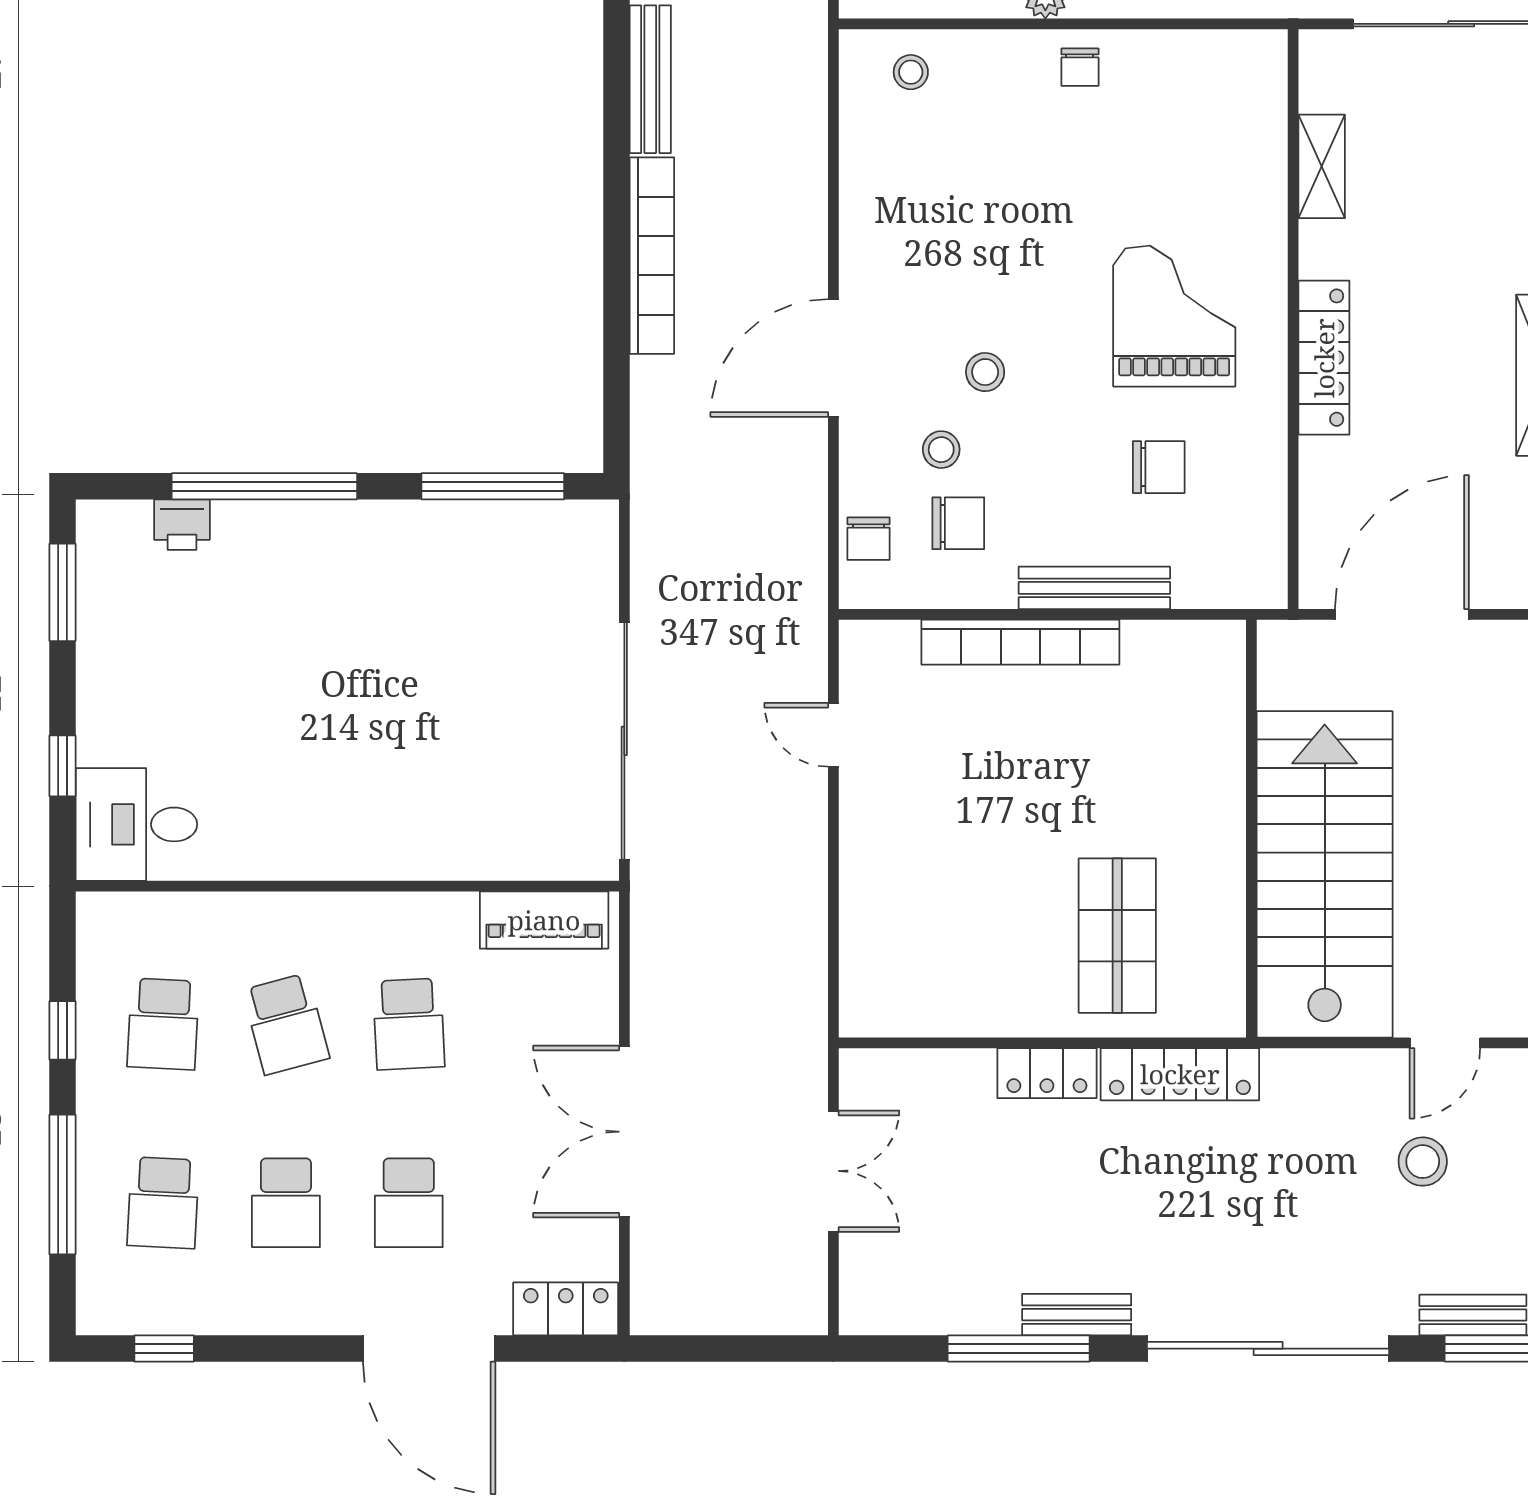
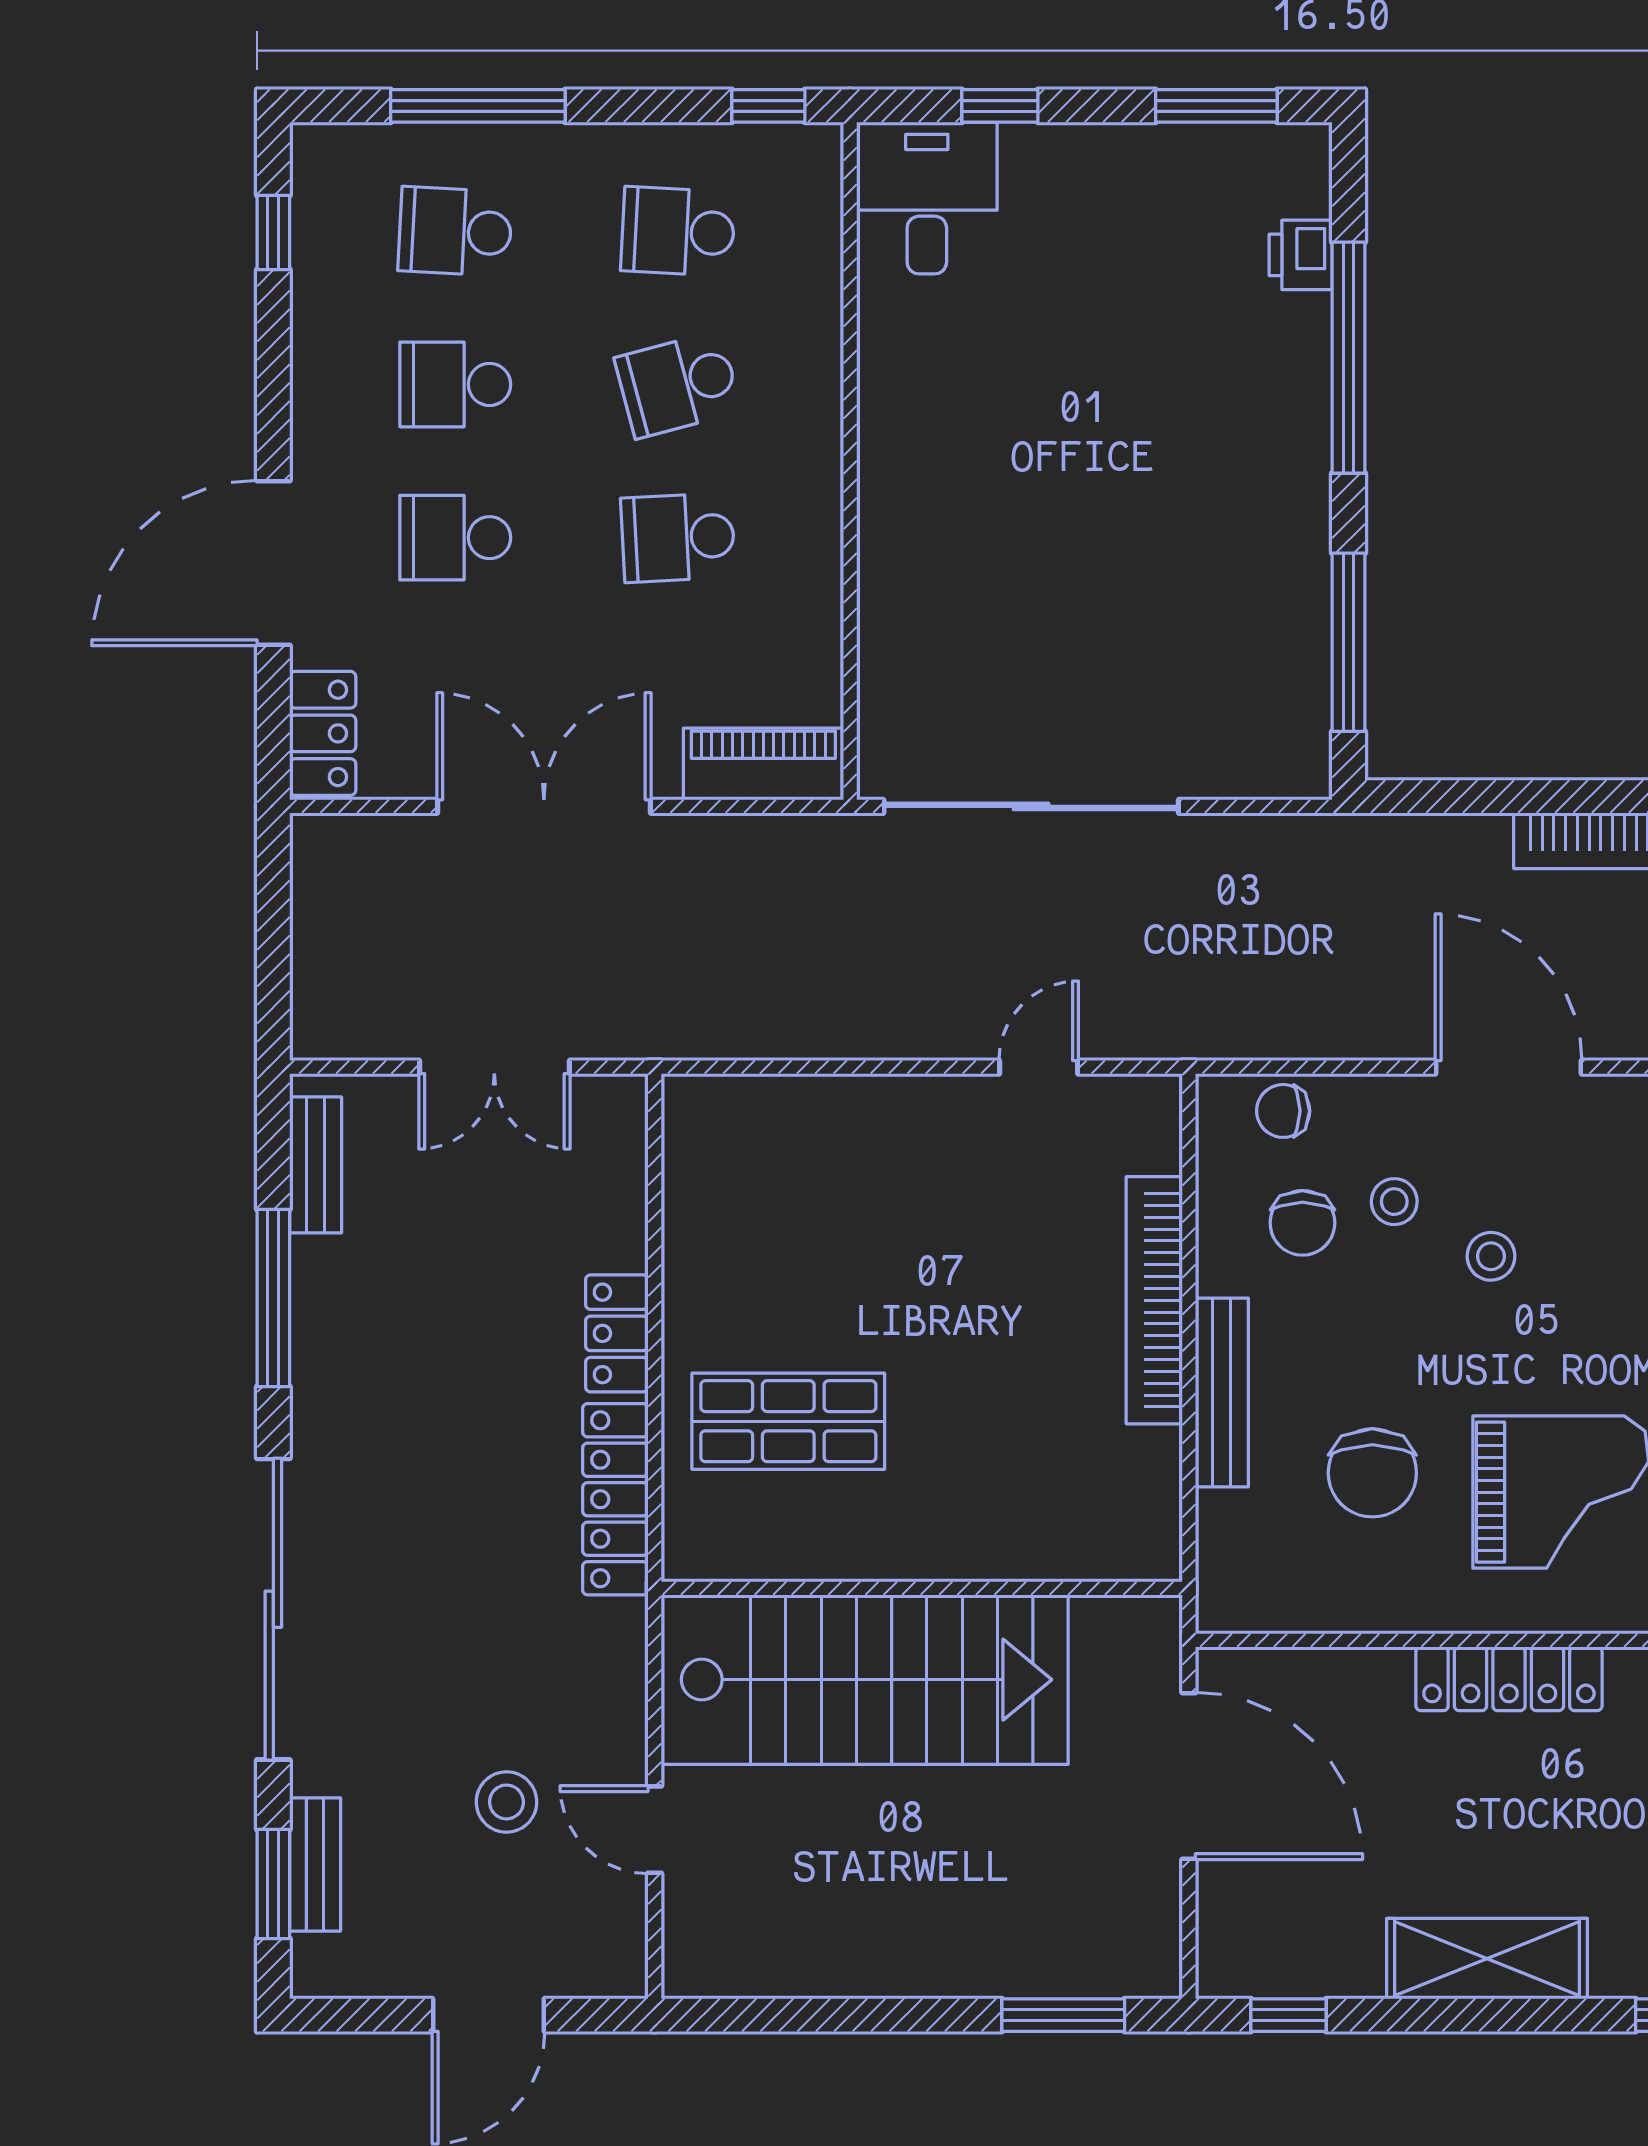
chair: (1159, 467) -> (1372, 1473), width x1.37, depth x1.37
piano: (544, 920) -> (763, 764), moved, turned 90
window: (63, 1030) -> (768, 106), moved
bench: (1077, 1315) -> (316, 1165), moved

